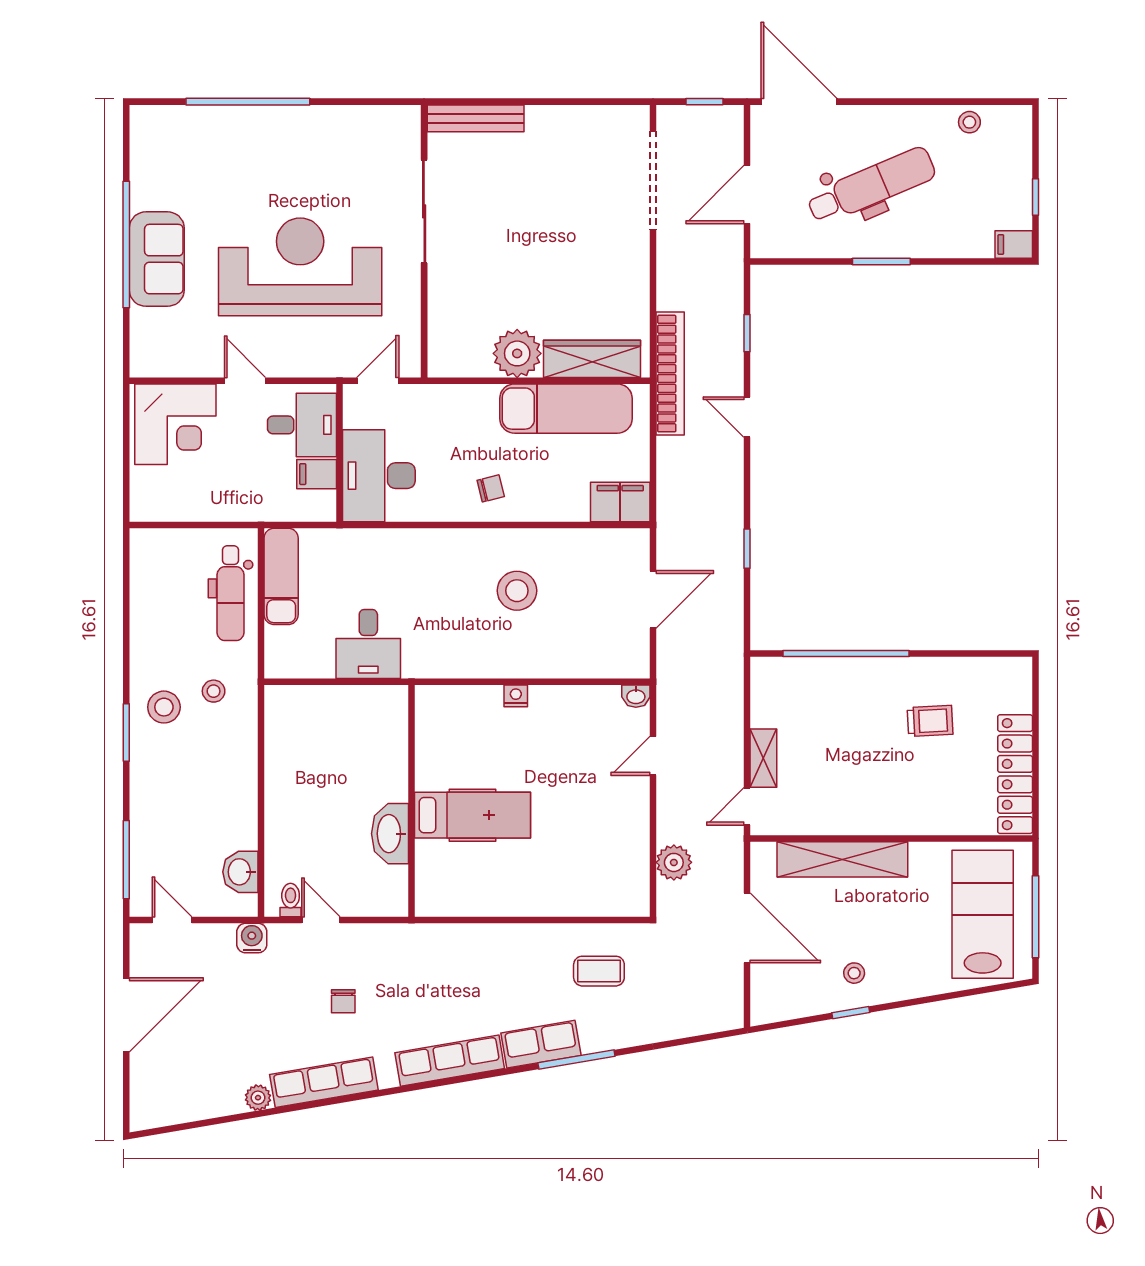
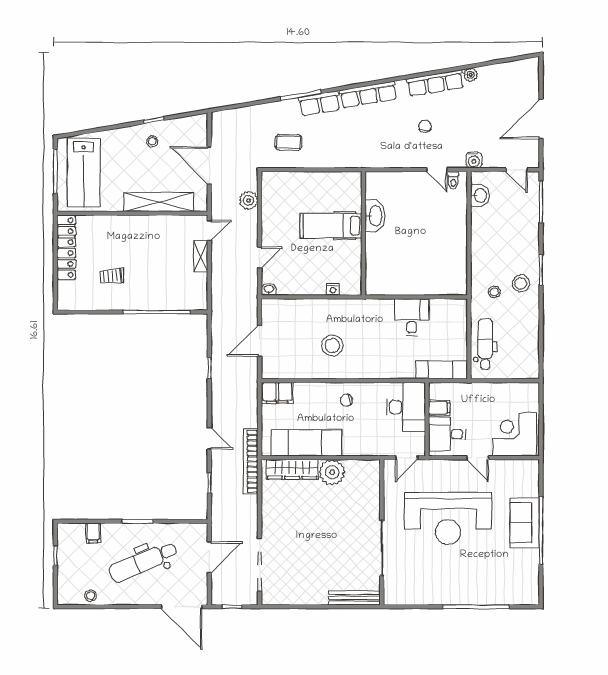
filing cabinet: (1014, 244) -> (93, 533), moved, turned 90
exam couch: (281, 576) -> (441, 370), moved, turned 90
wall: (412, 801) -> (363, 233), moved
hospital bed: (473, 815) -> (331, 226), moved
washbasin: (390, 834) -> (375, 216), moved

